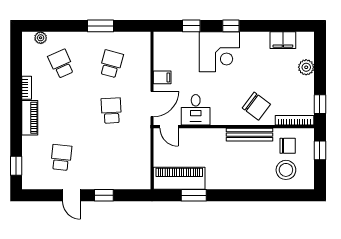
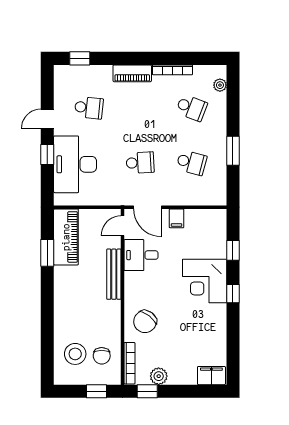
filing cabinet: (283, 40) -> (211, 376), moved, turned 90
school desk: (61, 64) -> (191, 108), turned 45
plant: (306, 67) -> (159, 376), moved
bookcase: (27, 88) -> (172, 70), width x1.56
bench: (249, 135) -> (114, 274), moved
desk: (113, 170) -> (75, 164), added

